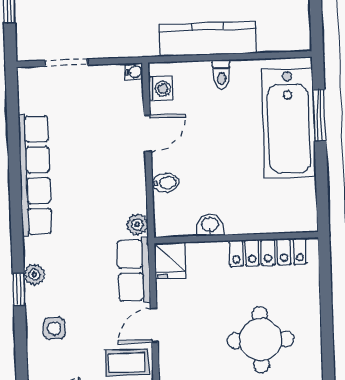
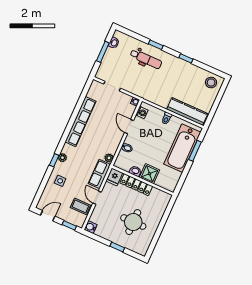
kitchen counter: (208, 39) -> (187, 111), moved
door: (148, 134) -> (129, 127), swing flipped
shower: (244, 215) -> (149, 174), added
locker: (268, 252) -> (136, 185), moved
door: (154, 325) -> (97, 198), hinge flipped

